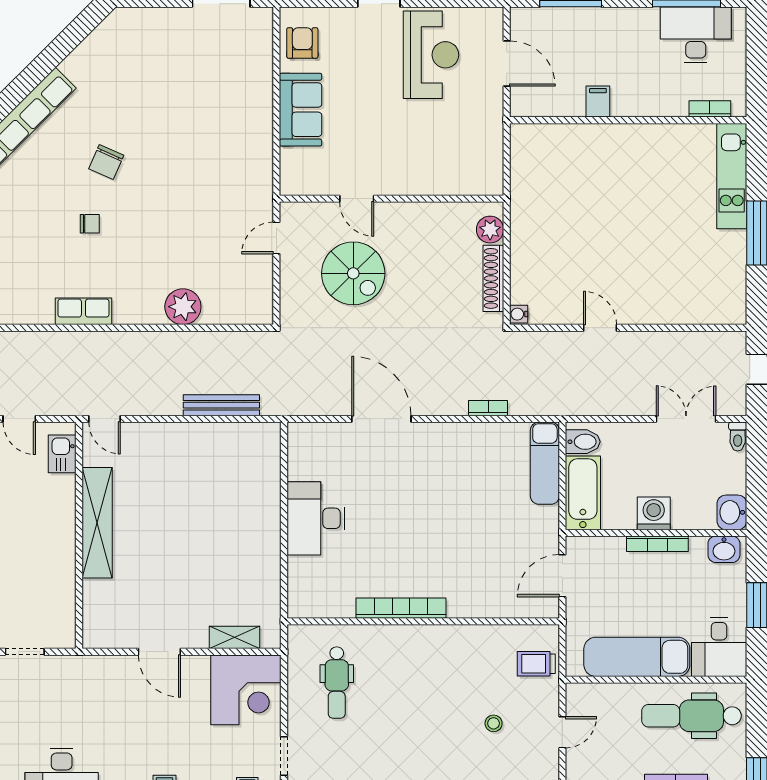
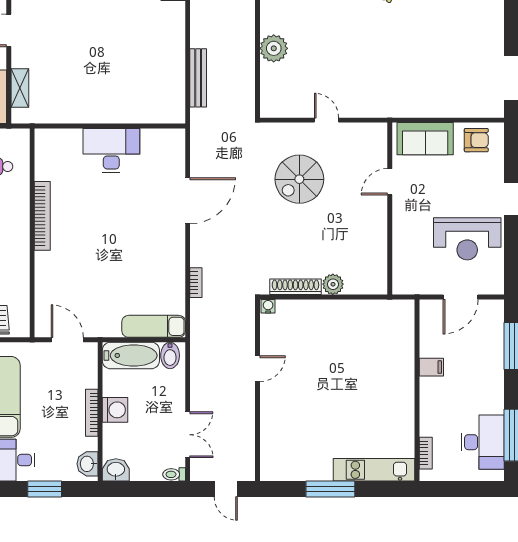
door: (357, 199) -> (390, 182), moved
wall: (392, 199) -> (390, 209), moved

